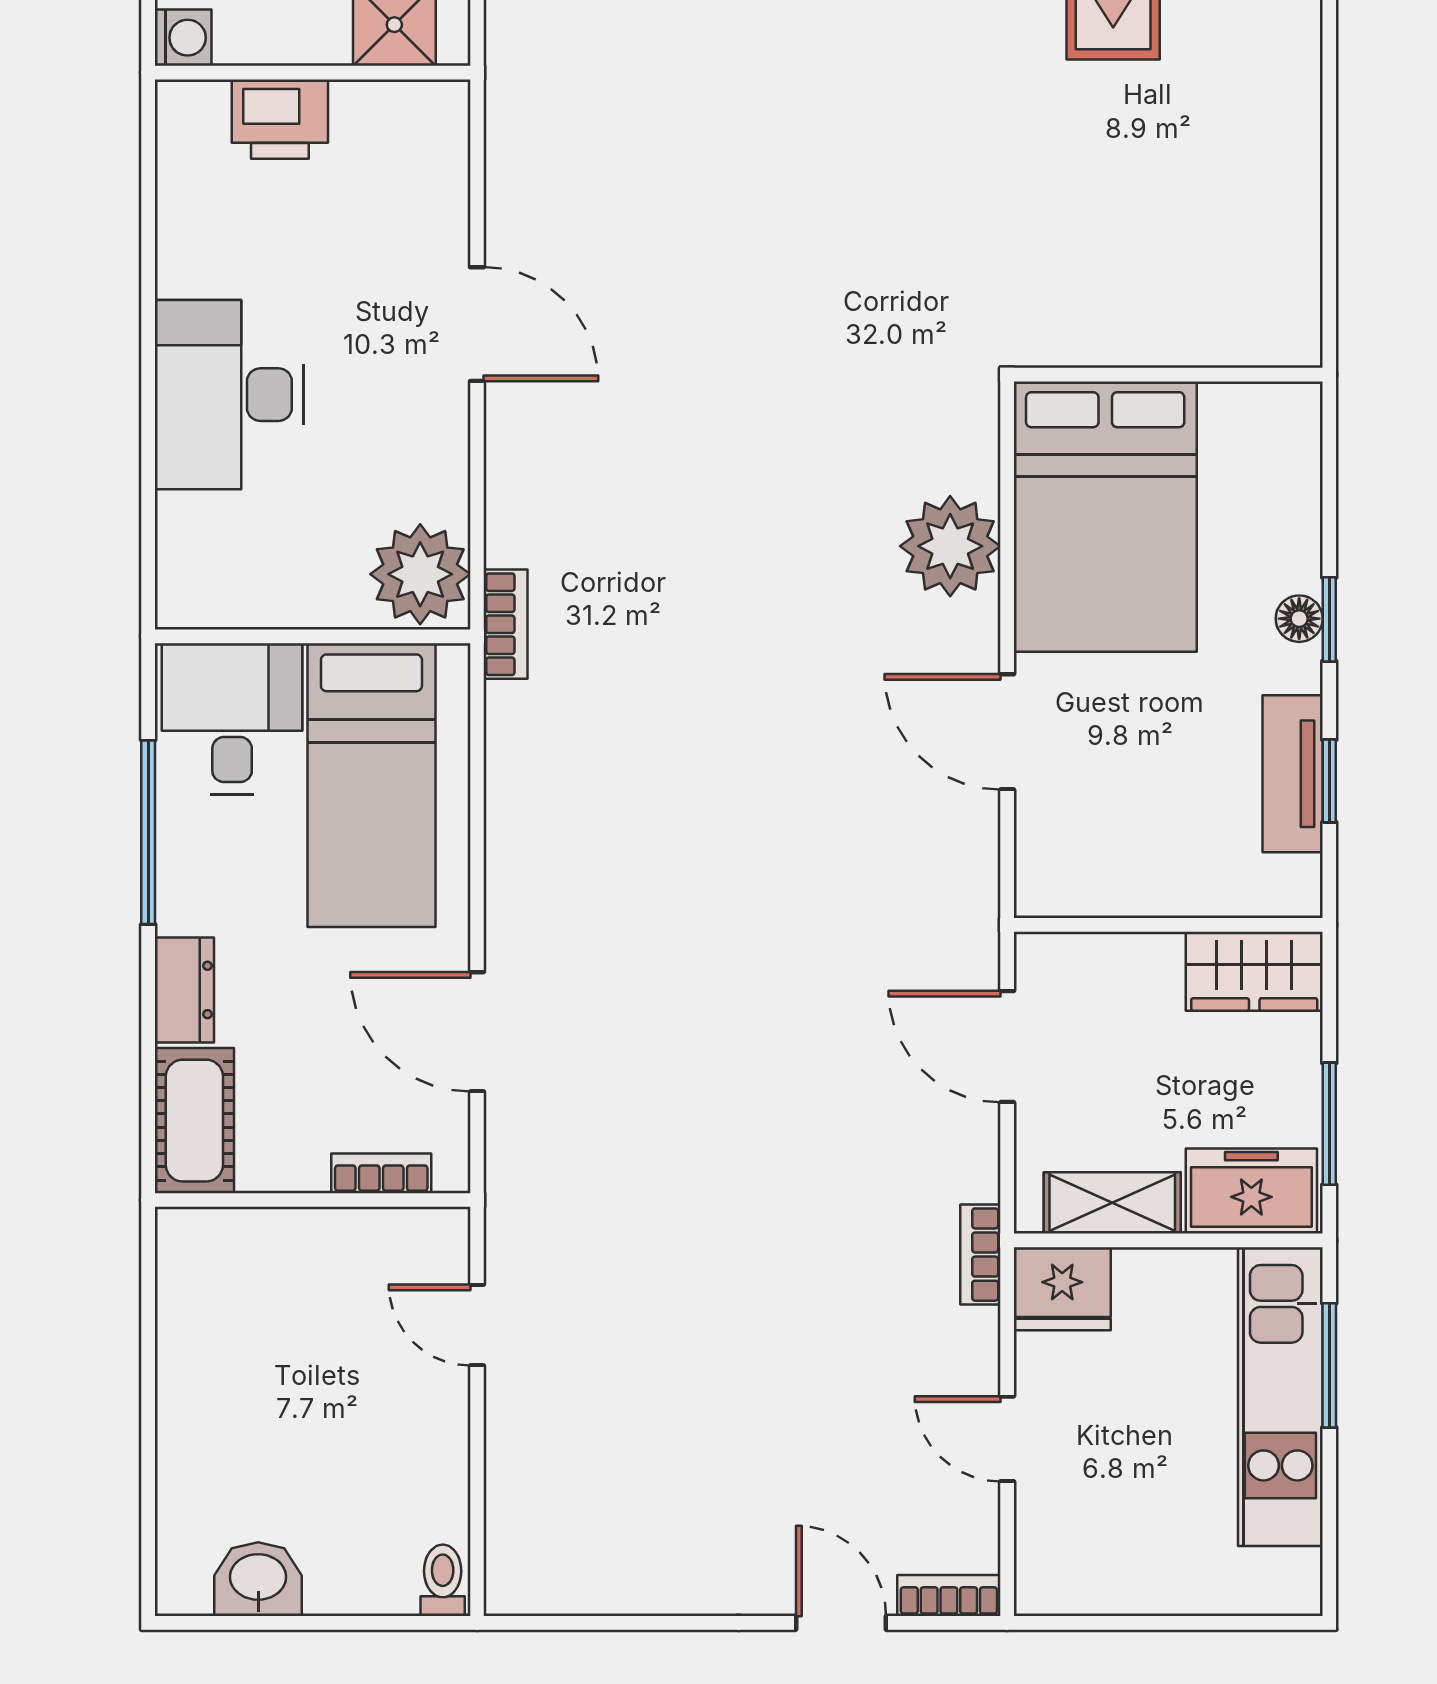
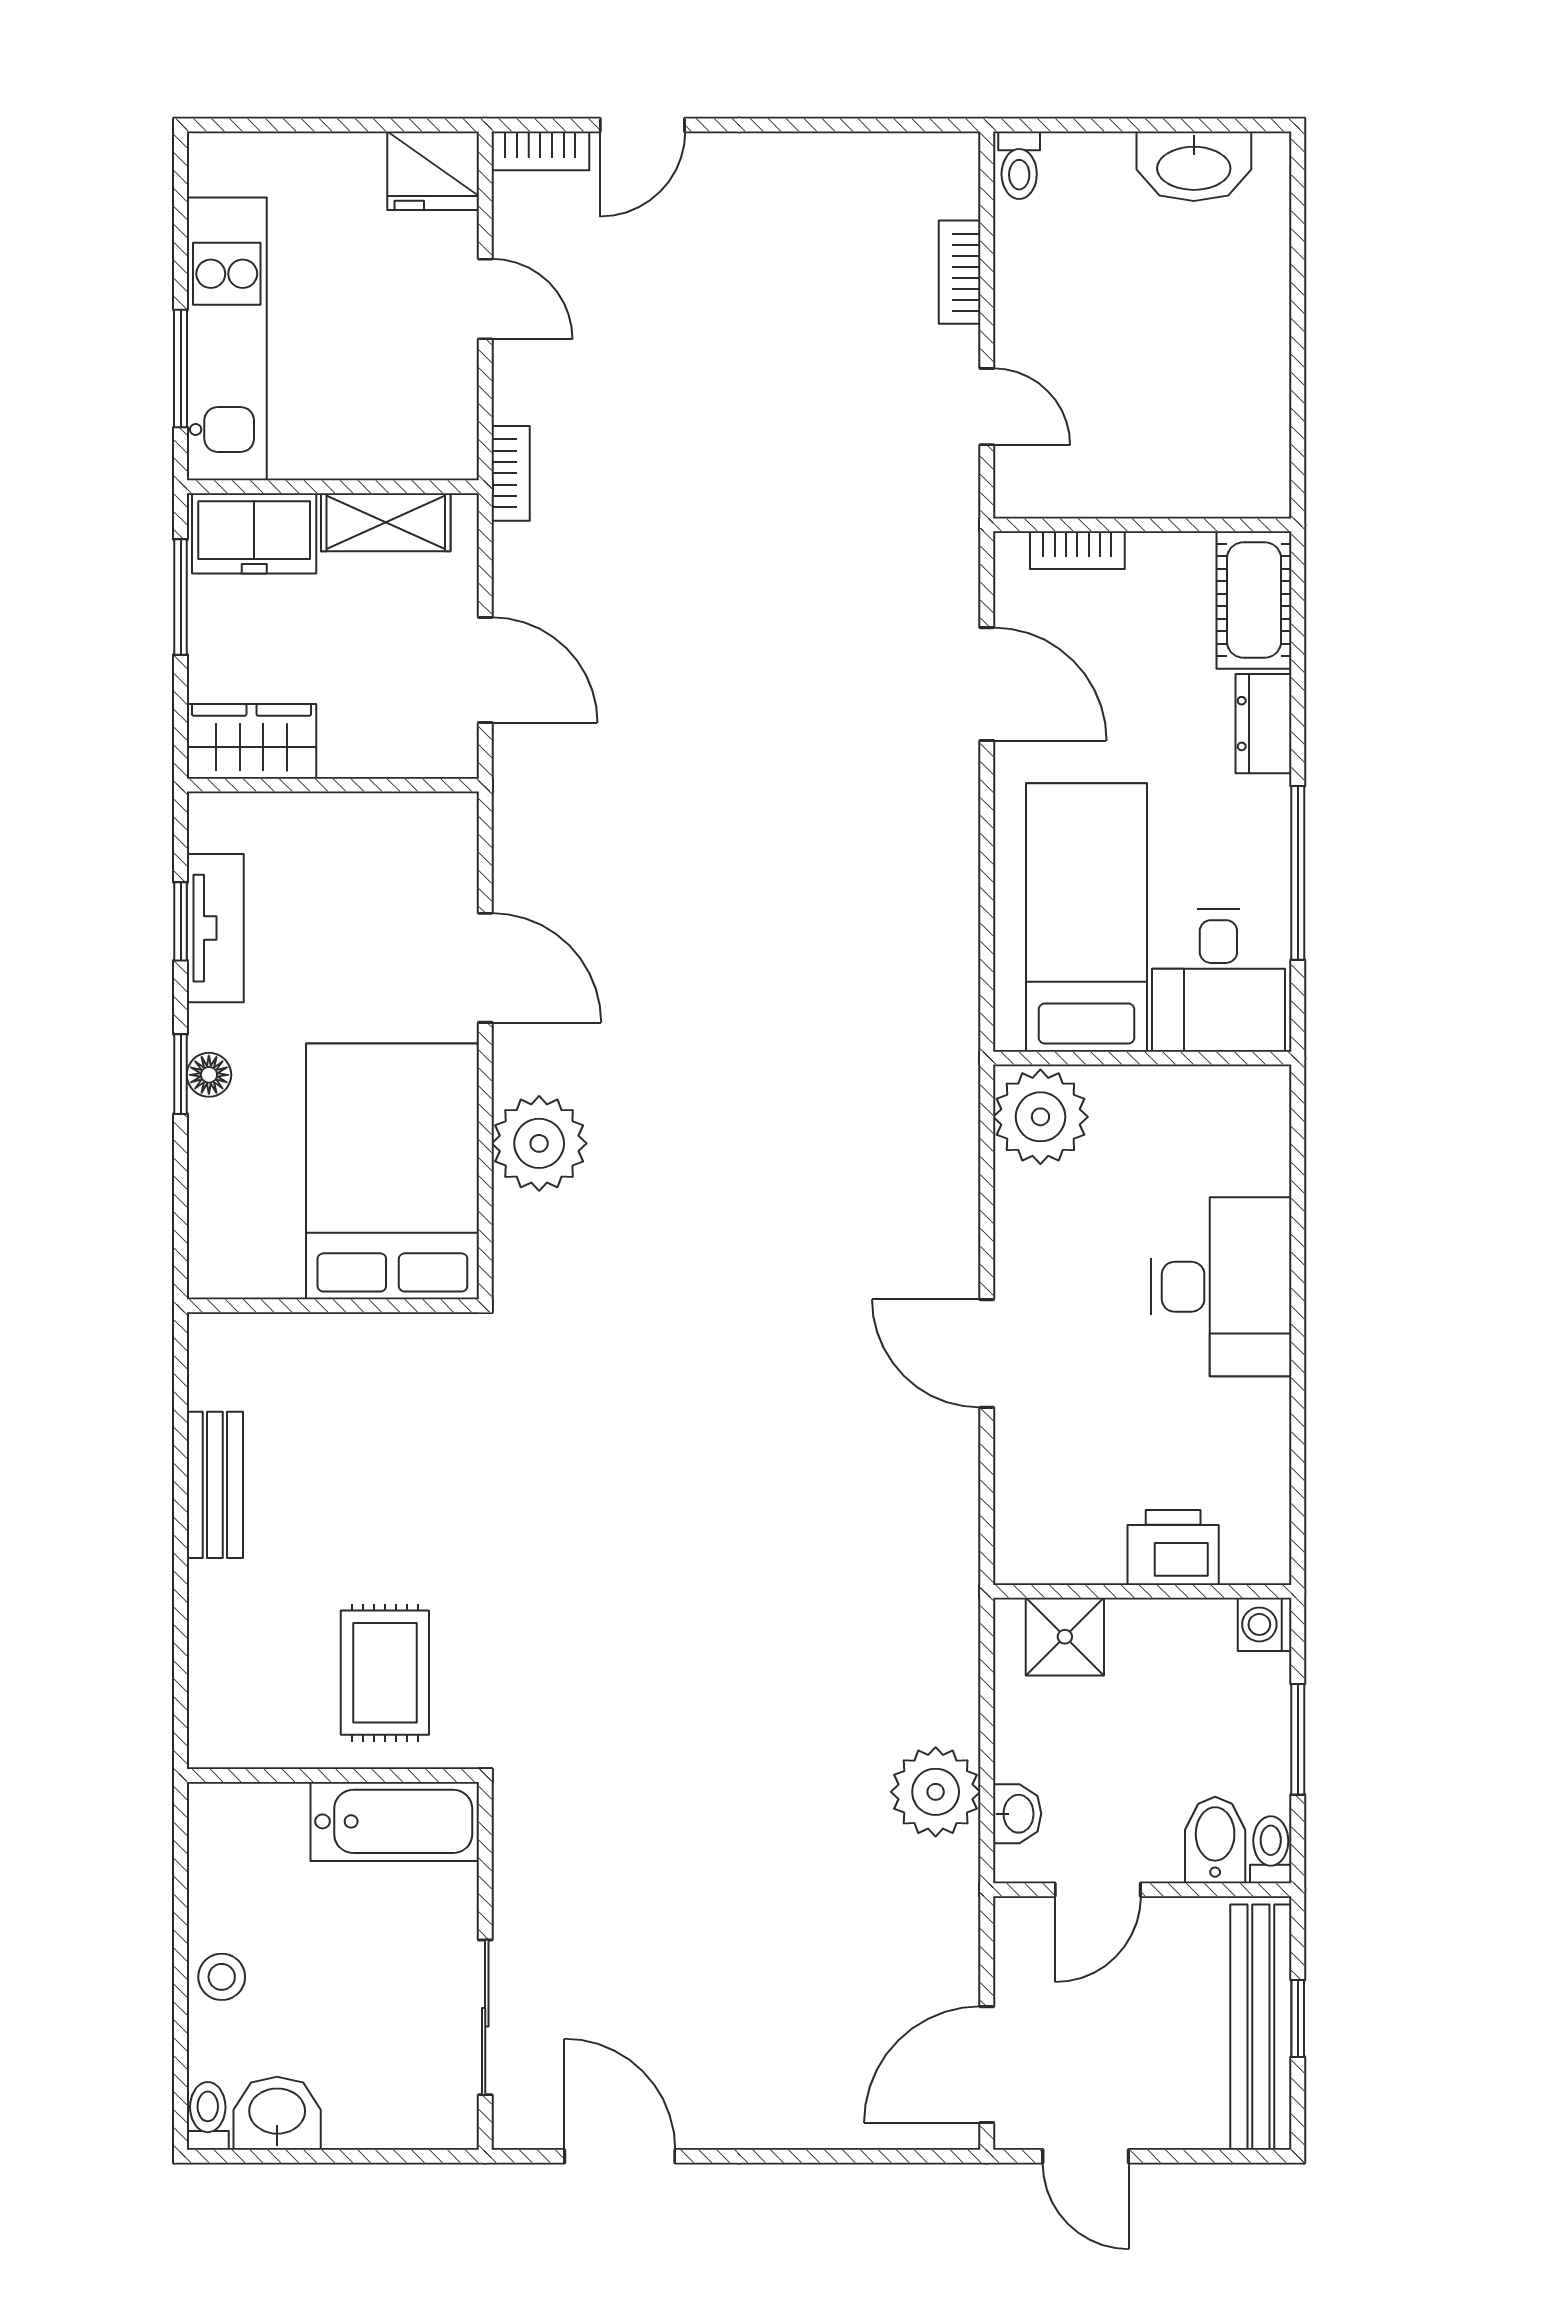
bench: (1293, 185) -> (215, 1485), added
bookcase: (506, 624) -> (960, 272), moved
fridge: (1062, 1289) -> (433, 171), moved, turned 180
washbasin: (258, 1579) -> (1194, 166), width x1.38
door: (841, 1623) -> (642, 125), hinge flipped

